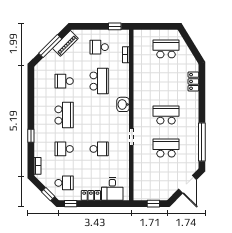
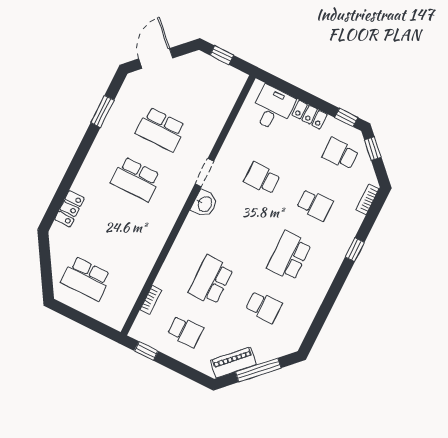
washbasin: (123, 104) -> (204, 204), moved
window: (202, 142) -> (102, 111), width x0.47

